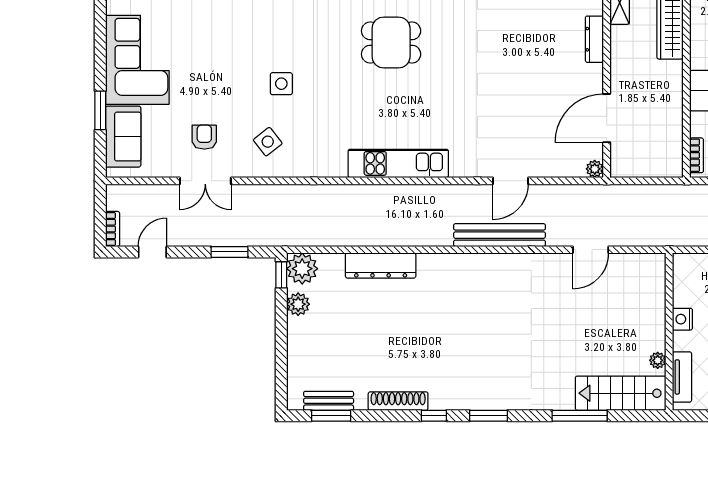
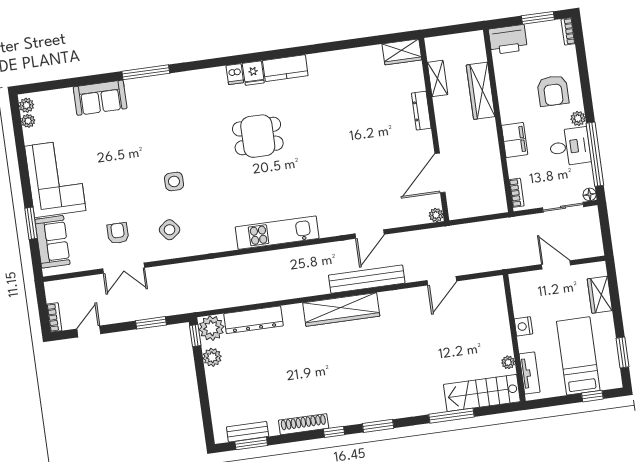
dresser: (381, 266) -> (253, 320), moved
wardrobe: (463, 268) -> (341, 309), added

